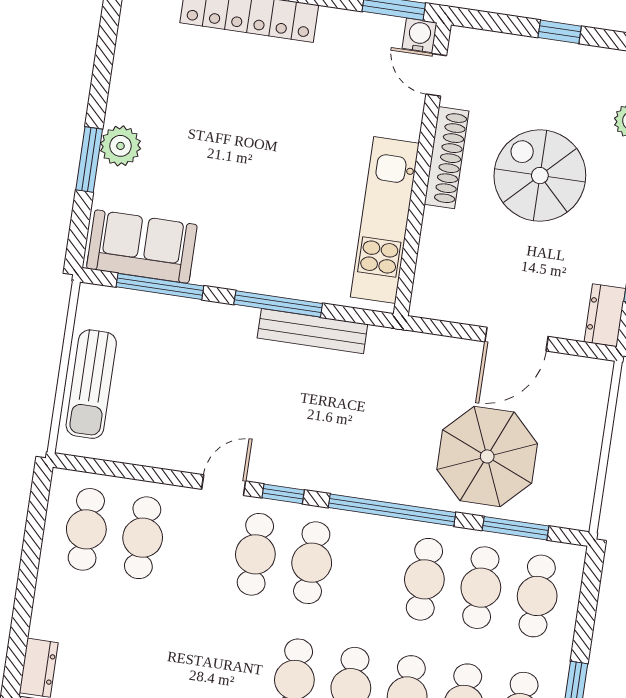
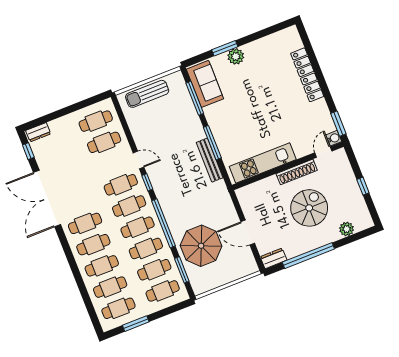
cafe table: (368, 571) -> (138, 227), added

